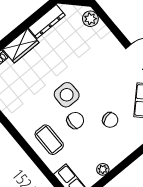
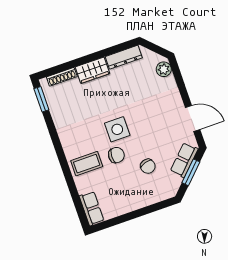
coffee table: (49, 140) -> (87, 164), turned 90
plant: (103, 169) -> (125, 208), removed

